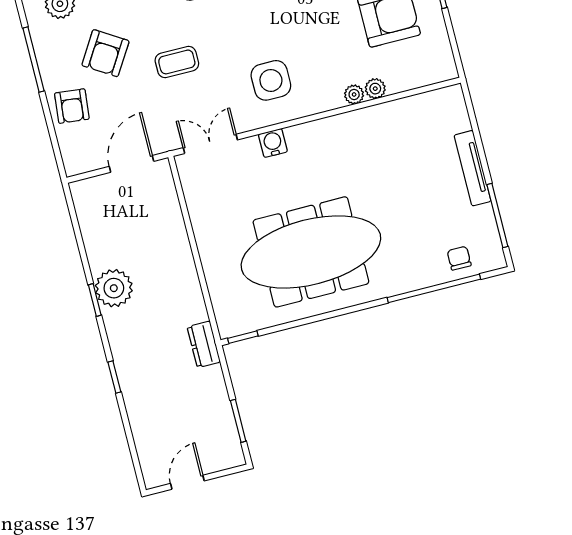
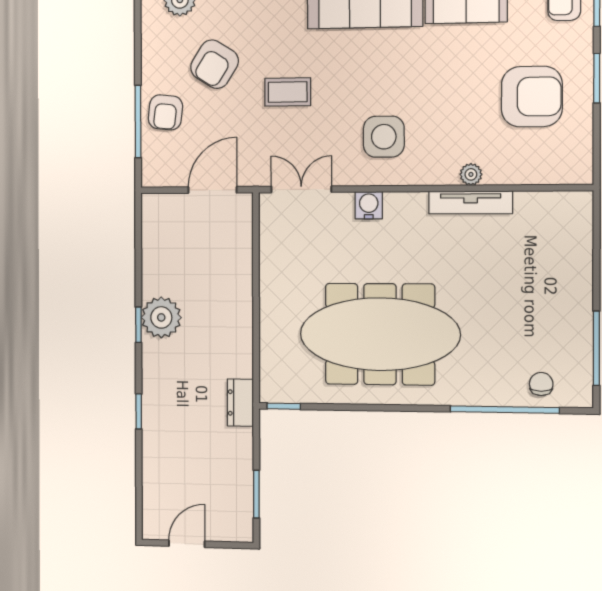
window: (33, 60) -> (138, 122), moved
plant: (375, 89) -> (496, 174), removed
tv unit: (472, 168) -> (471, 202), moved, turned -90

